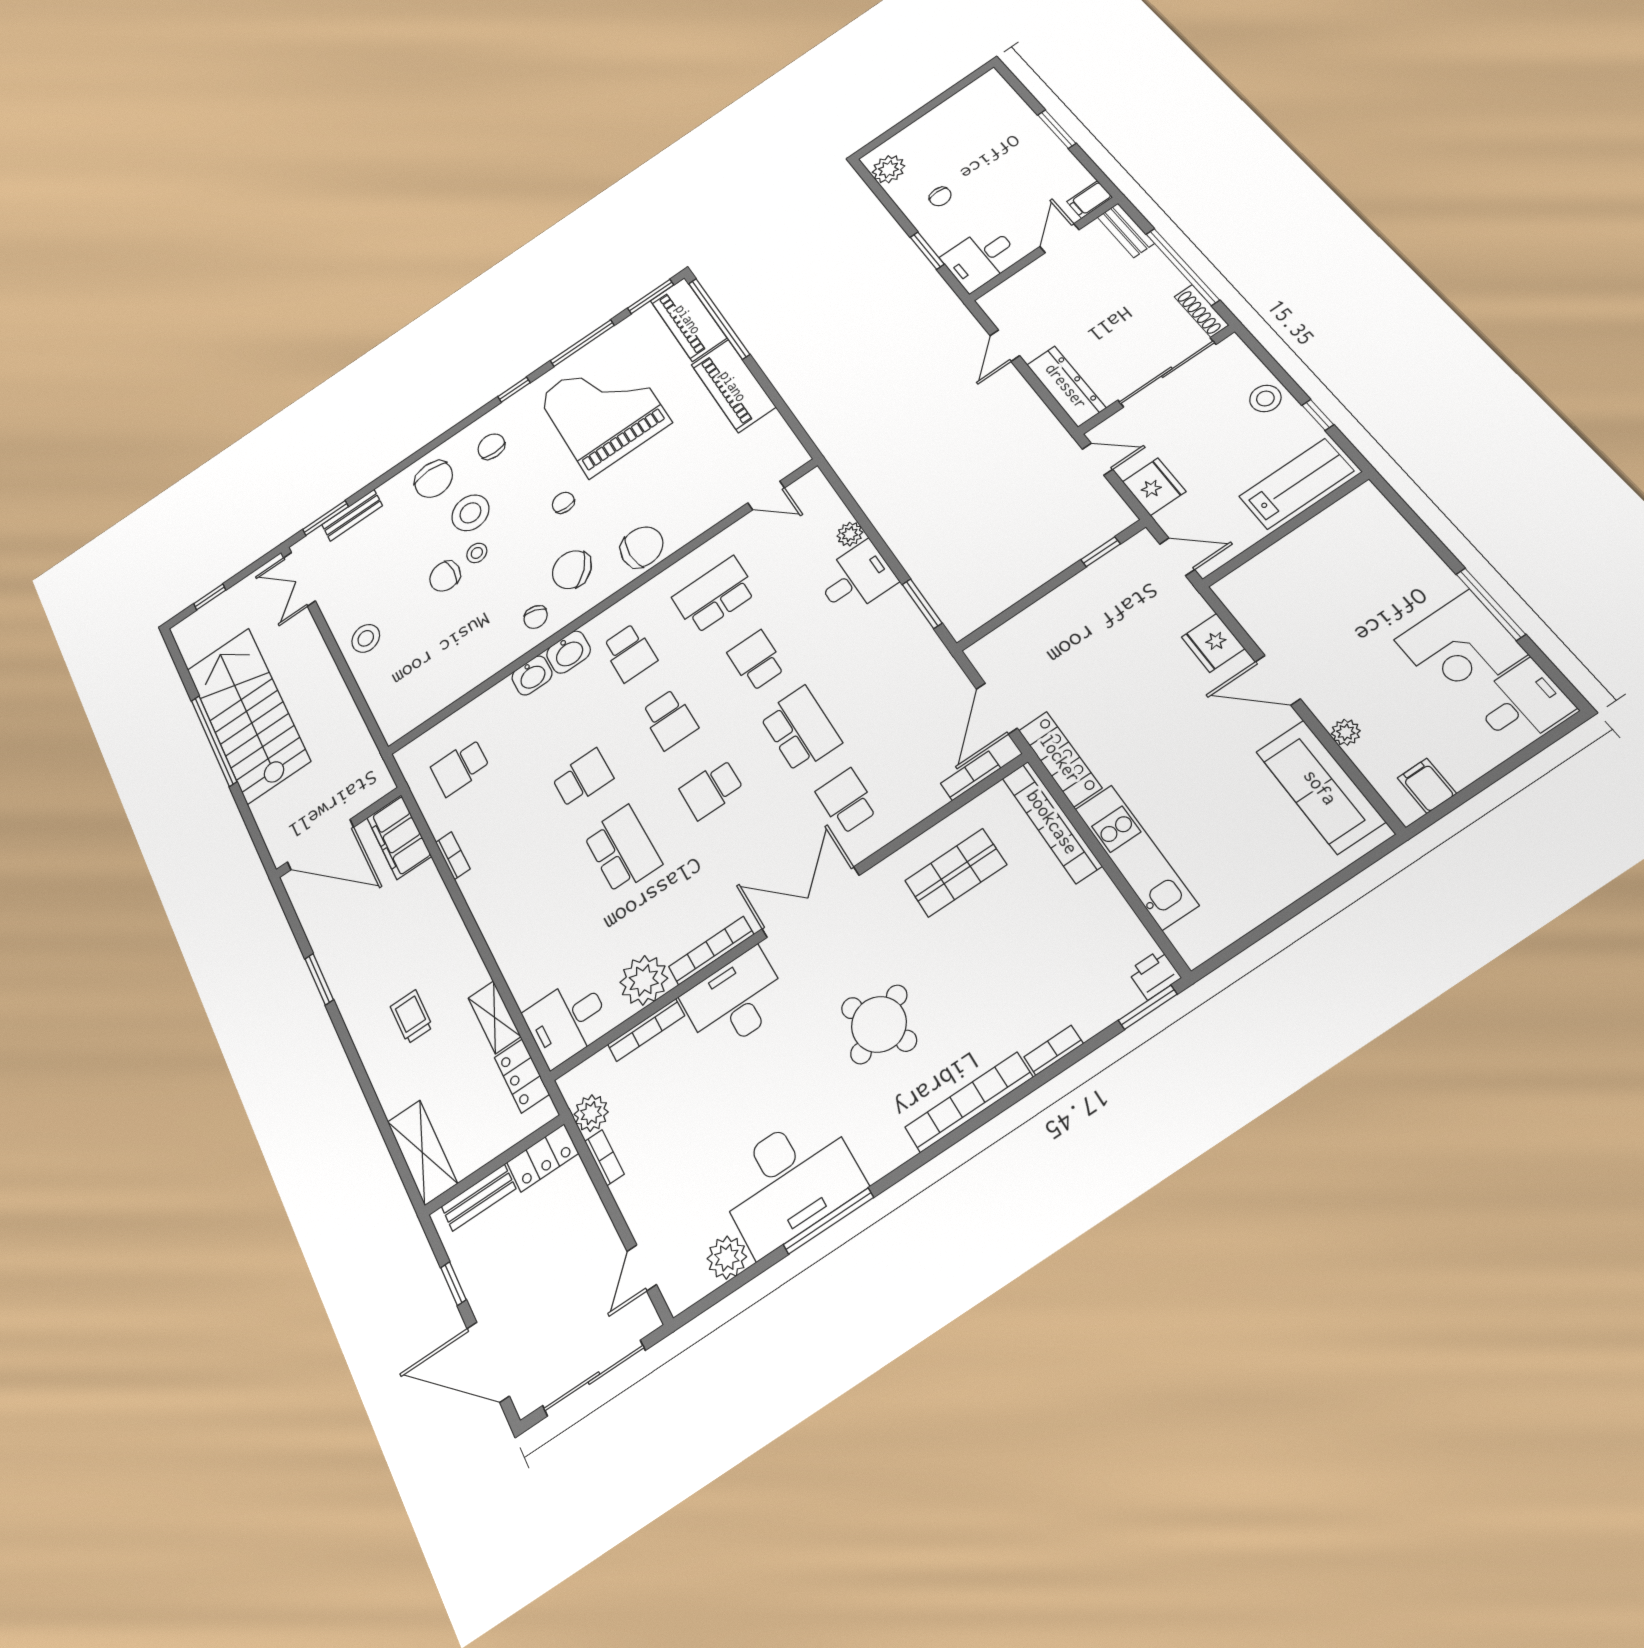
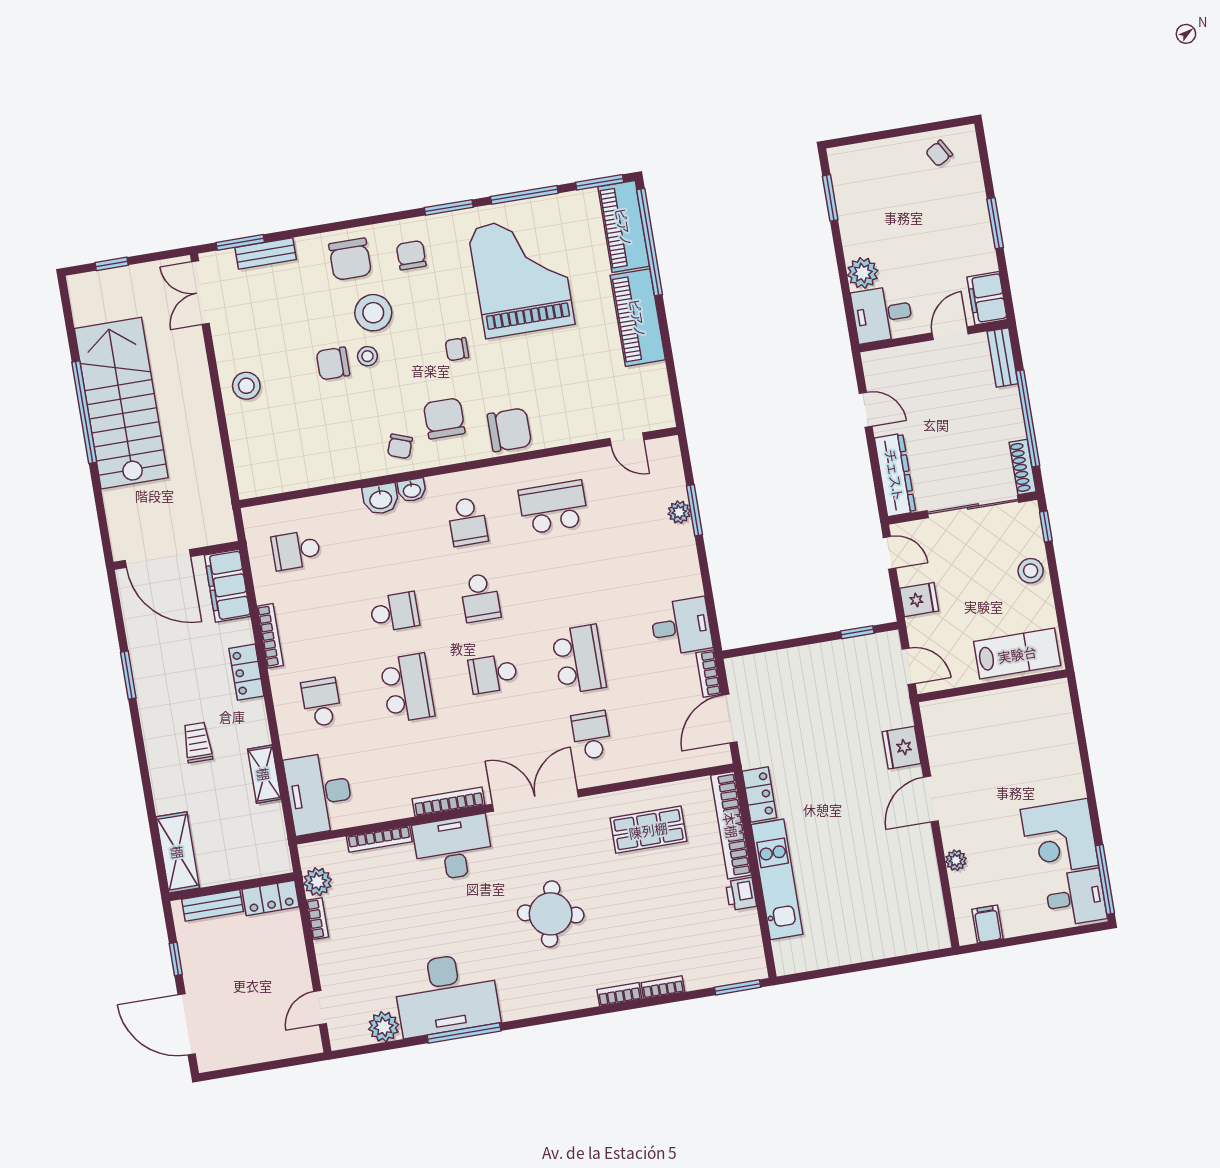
plant: (888, 169) -> (863, 273), moved
chair: (940, 196) -> (939, 153), moved, turned 60
filing cabinet: (1090, 199) -> (987, 298), width x2.00
window: (927, 251) -> (830, 198), moved
door: (1005, 346) -> (866, 410), swing flipped
window: (514, 390) -> (449, 207), width x1.50
window: (1318, 415) -> (1046, 526), moved
fridge: (1154, 487) -> (919, 600), width x0.72
chair: (563, 503) -> (457, 349), turned -90
chair: (572, 570) -> (444, 418), turned 51
desk: (856, 579) -> (681, 626), moved
window: (922, 604) -> (694, 510), moved
window: (1490, 604) -> (1105, 880), moved
washbasin: (569, 652) -> (412, 490), width x0.72, depth x0.69
school desk: (756, 661) -> (321, 702), moved
door: (1278, 680) -> (931, 799), hinge flipped
locker: (1060, 759) -> (759, 794), width x0.66
bookcase: (971, 776) -> (709, 674), moved, turned -90
sofa: (1320, 787) -> (920, 890), removed
bookcase: (453, 856) -> (270, 636), width x1.56
printer: (1154, 974) -> (741, 894), moved, turned -90
plant: (644, 980) -> (390, 800), removed
desk: (567, 1021) -> (319, 793), width x1.37
round table: (879, 1024) -> (551, 914), turned 38
locker: (522, 1076) -> (246, 672), moved
bookcase: (969, 1102) -> (619, 994), width x0.43, depth x0.76
sliding door: (594, 1378) -> (262, 1067), removed

